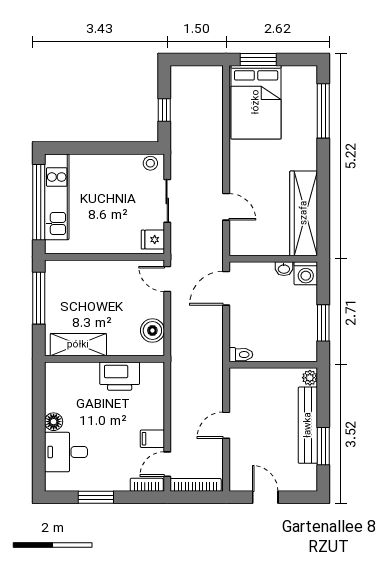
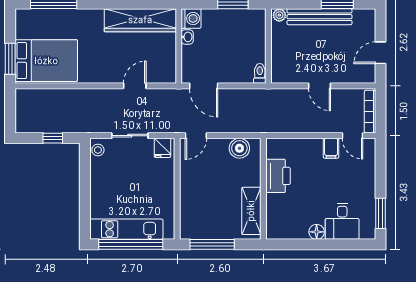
bookcase: (147, 485) -> (370, 153), removed
window: (96, 497) -> (380, 213), moved

